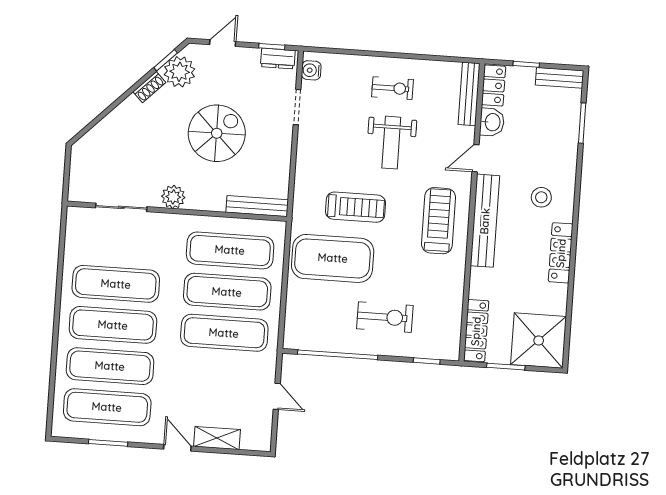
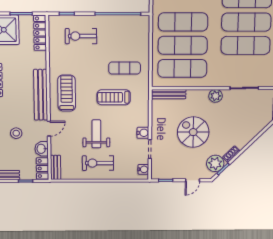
dresser: (278, 59) -> (162, 174), removed
exercise bike: (392, 88) -> (98, 163), width x1.38, depth x1.39
bench: (469, 94) -> (56, 167), width x0.73
spiral stairs: (217, 133) -> (193, 132), turned 90
water cooler: (307, 138) -> (143, 133), added
stool: (541, 197) -> (16, 133), moved
treadmill: (439, 221) -> (67, 93), turned 180
exercise mat: (333, 258) -> (125, 68), width x0.50, depth x0.69
exercise bike: (385, 317) -> (81, 36), moved

